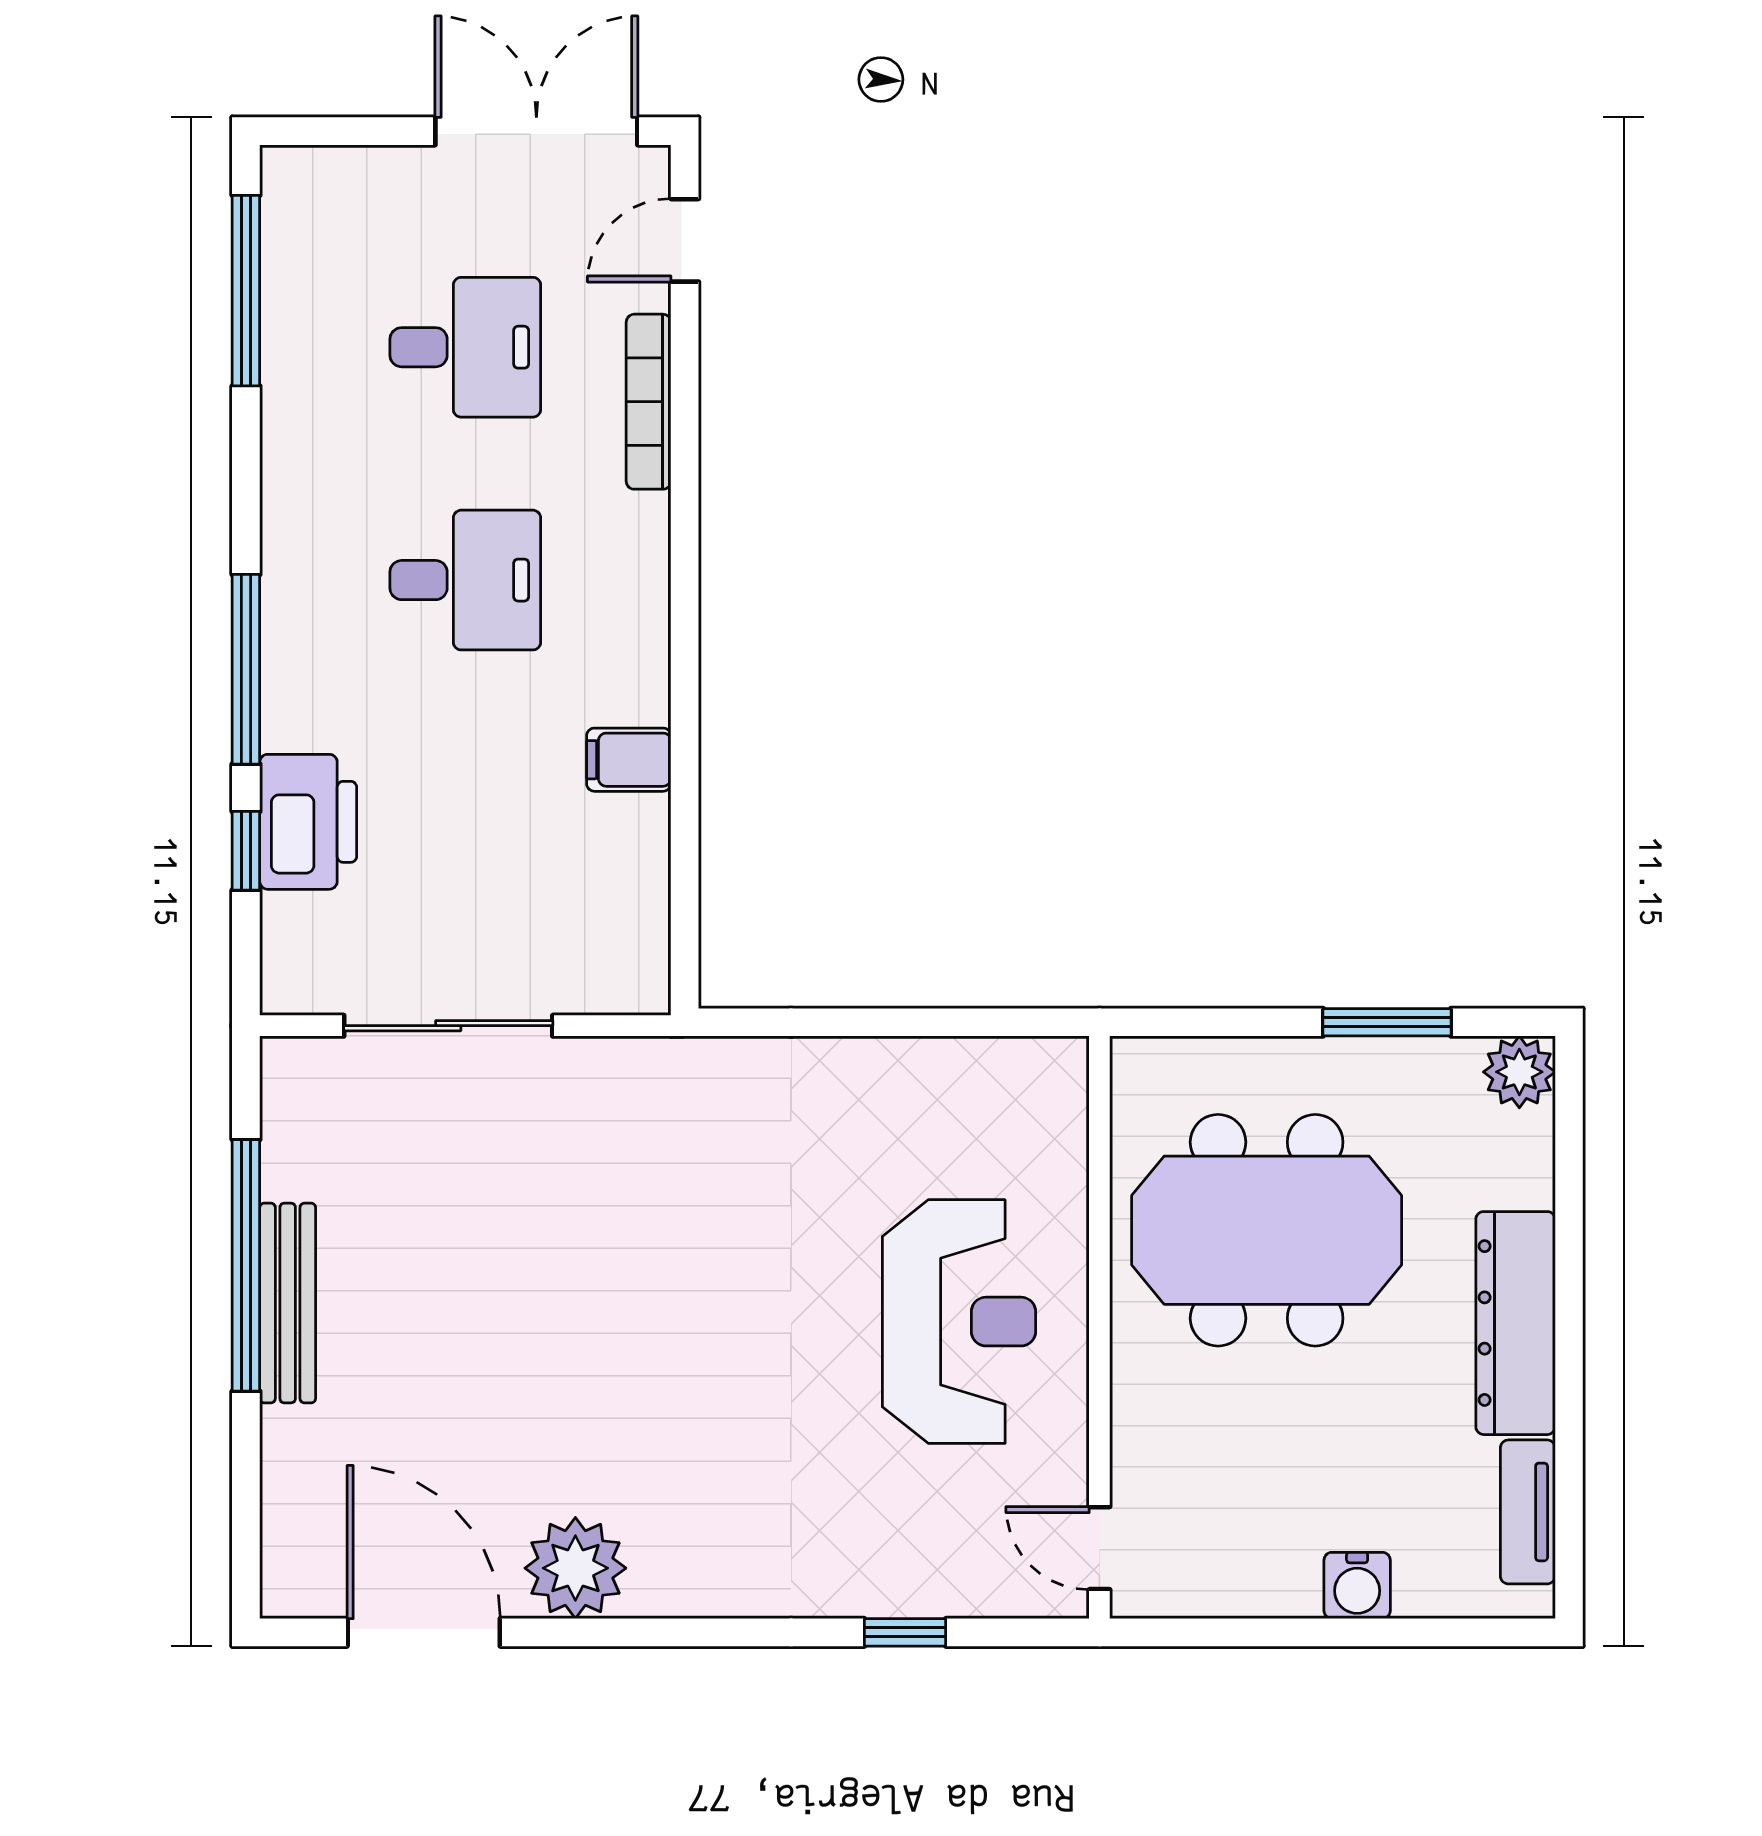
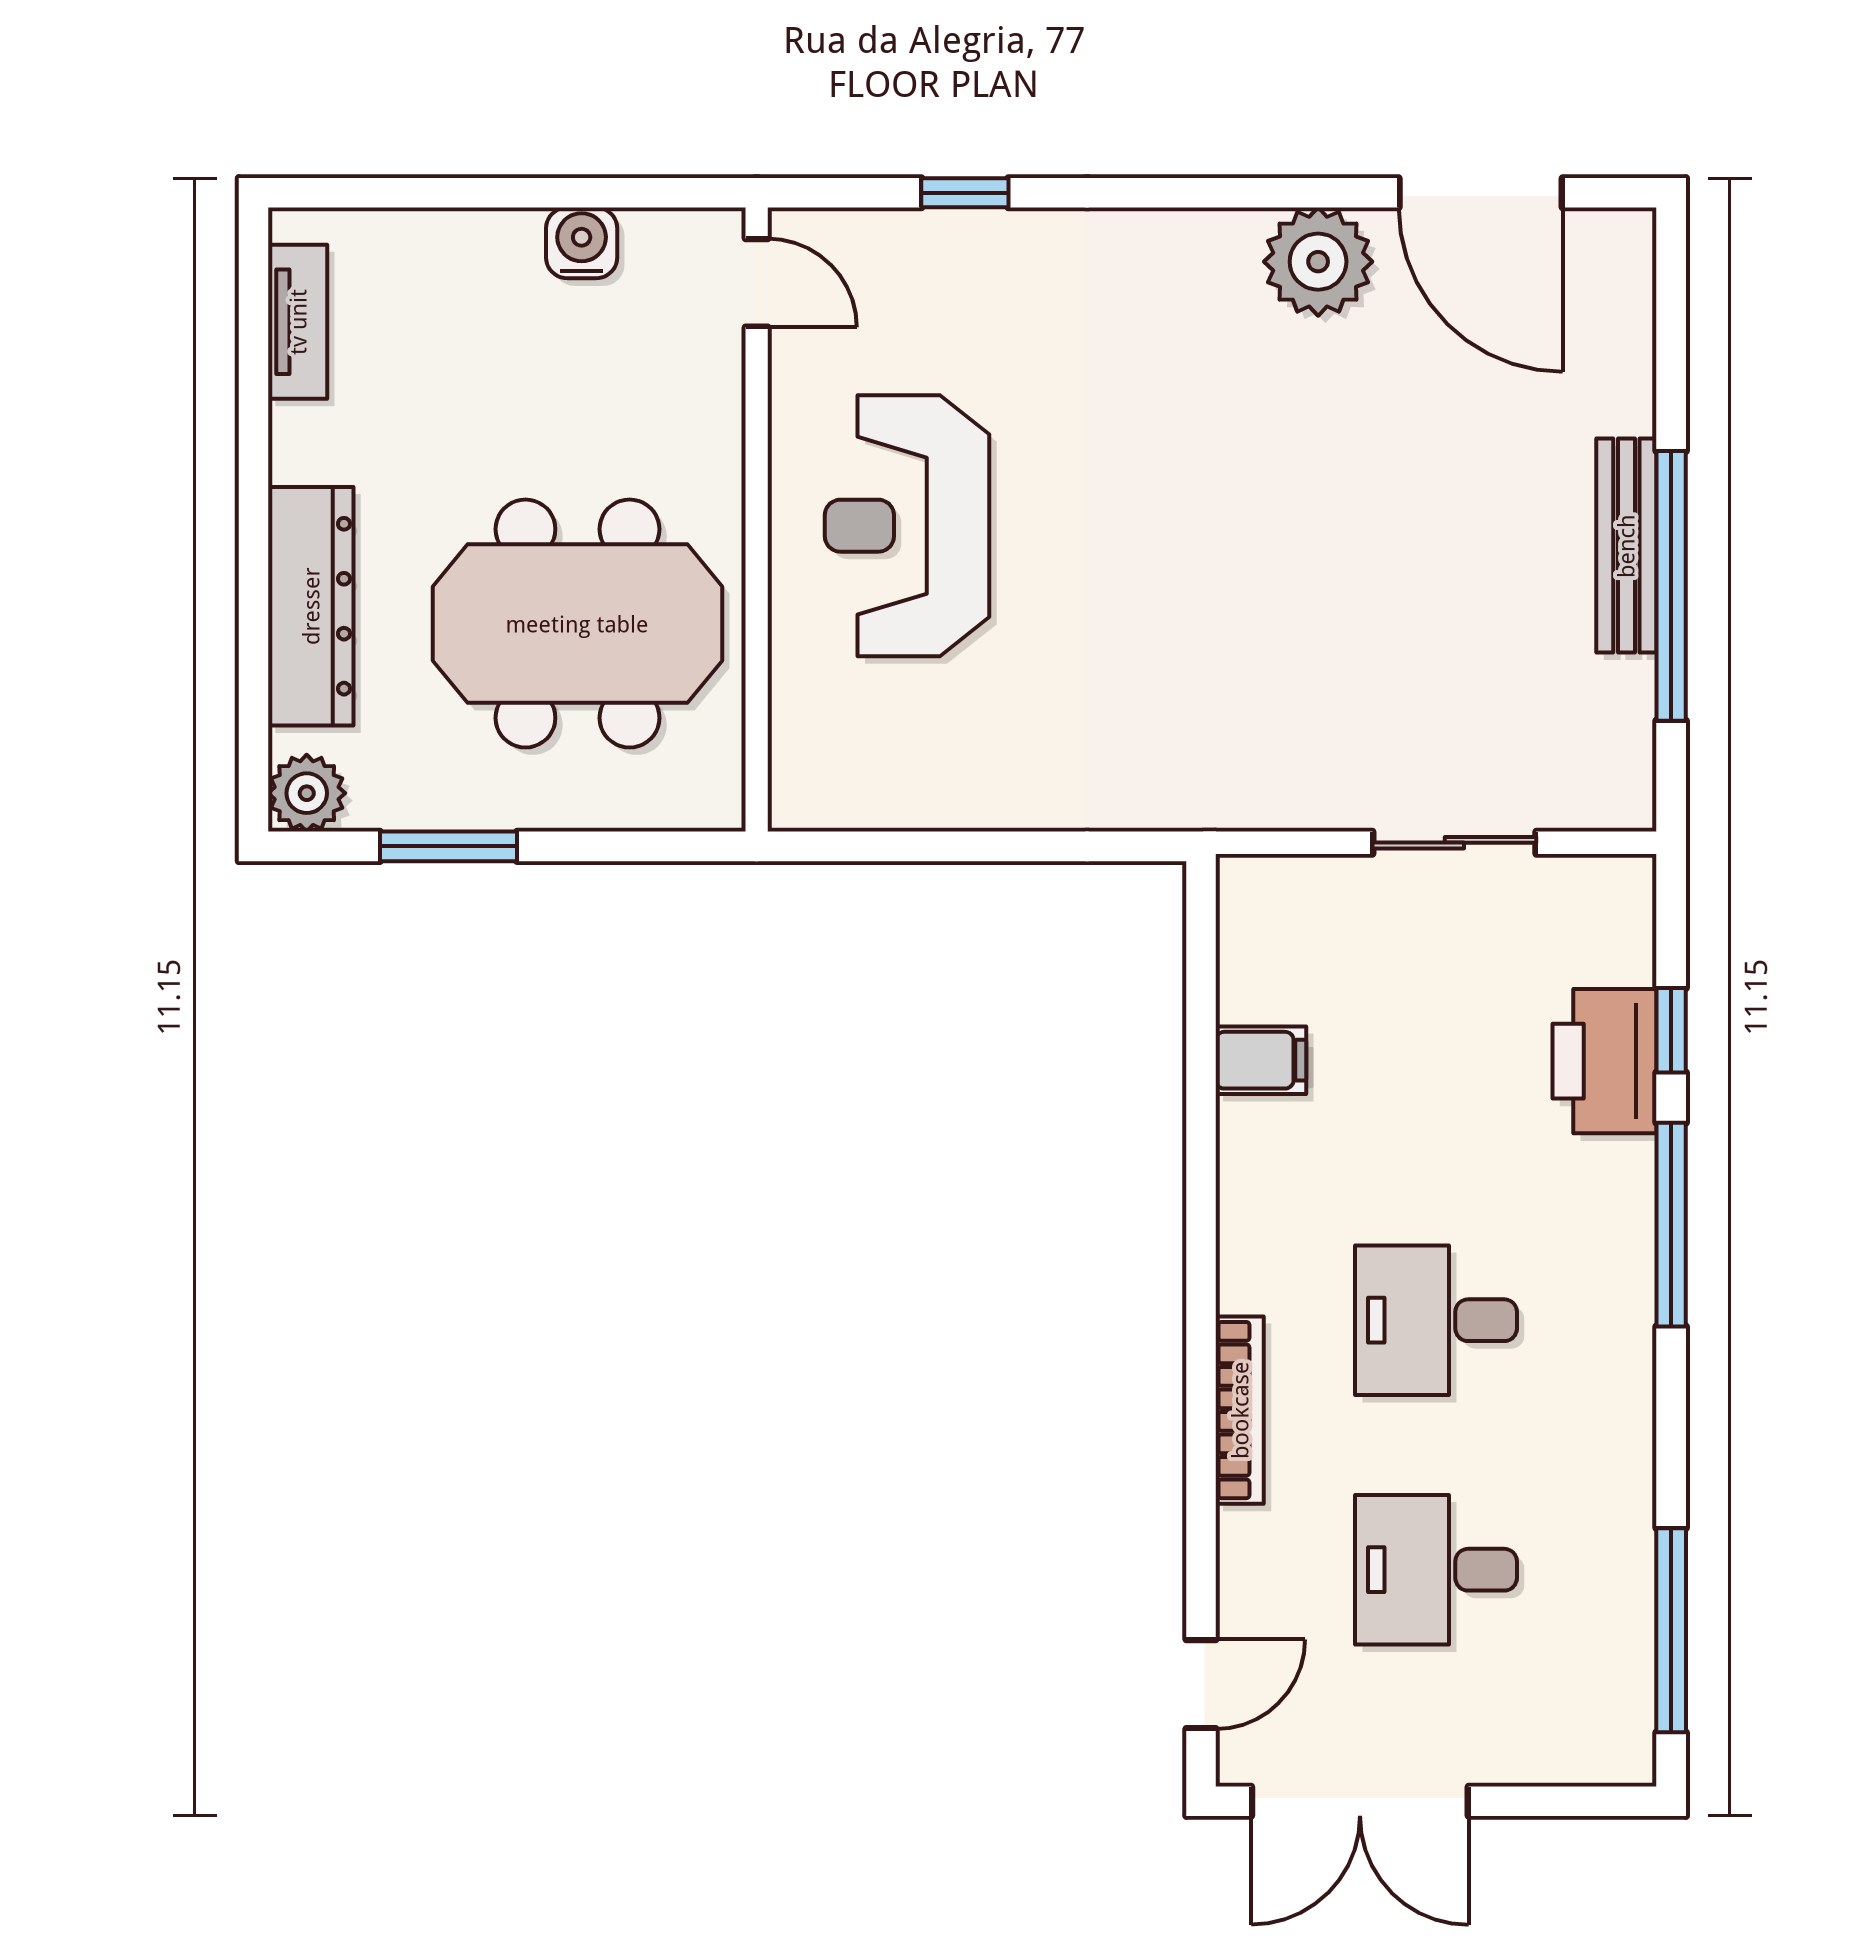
bookcase: (649, 402) -> (1240, 1410), moved
filing cabinet: (629, 760) -> (1261, 1060), moved
sliding door: (448, 1026) -> (1454, 843), width x0.73
dresser: (1516, 1323) -> (311, 606), moved
water cooler: (1357, 1585) -> (582, 243), moved

